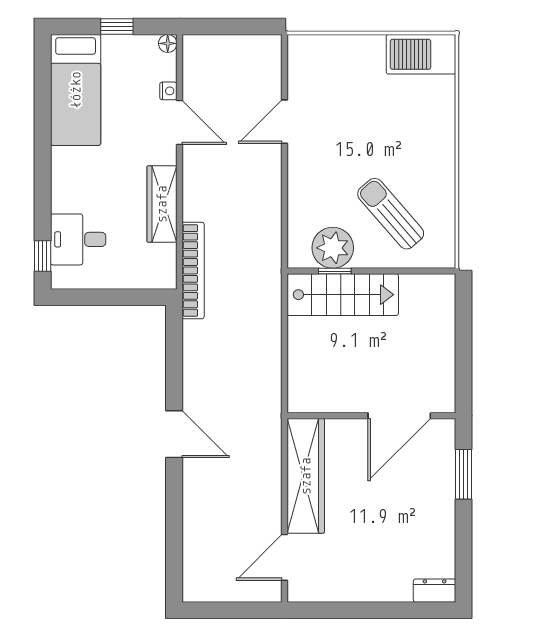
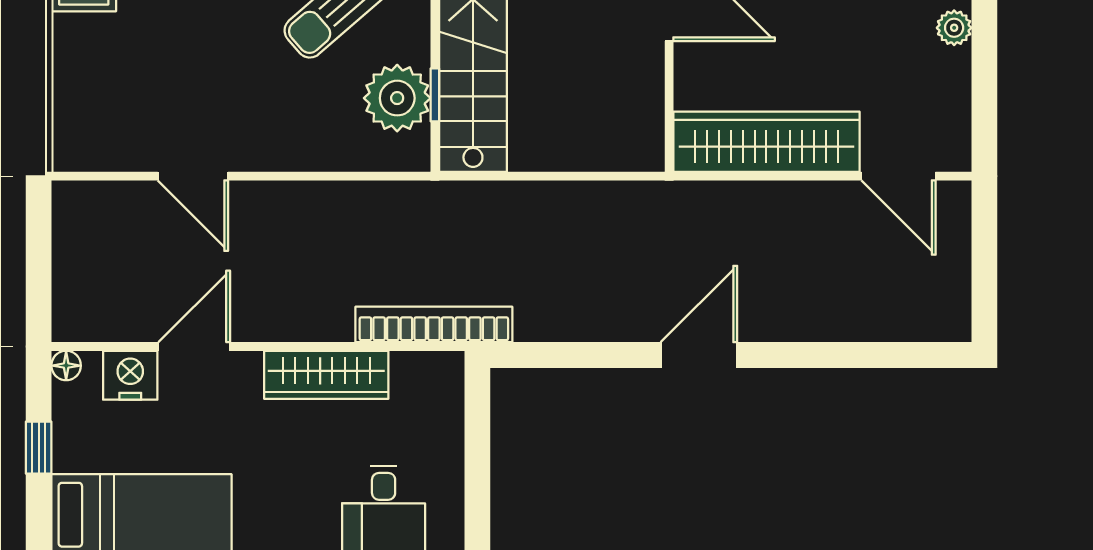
nightstand: (168, 91) -> (130, 375), width x1.89, depth x1.79
plant: (376, 592) -> (954, 28), added

